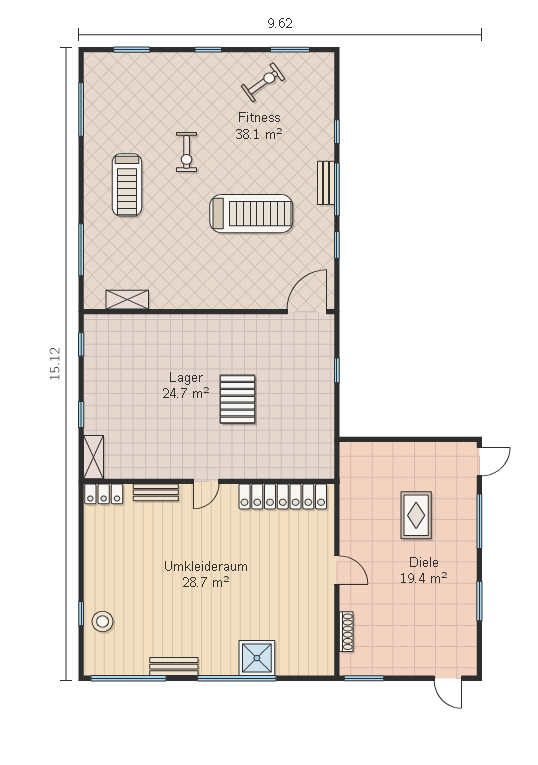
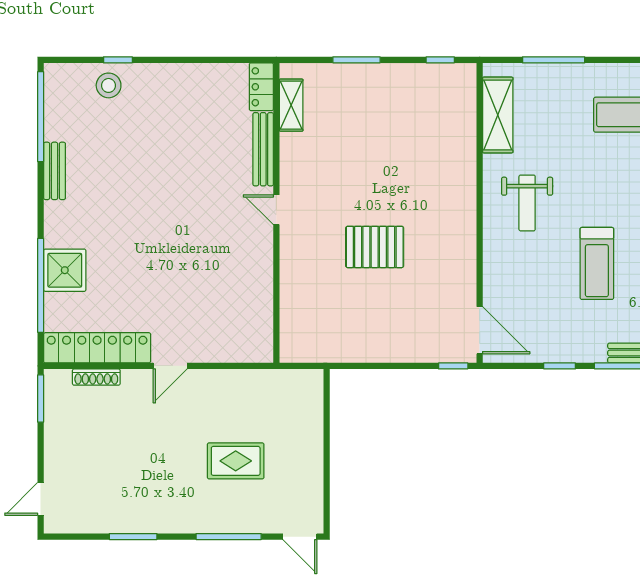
treadmill: (251, 214) -> (597, 263), width x0.73, depth x0.73
weight bench: (201, 272) -> (527, 203), added
shelving: (127, 300) -> (498, 115), width x1.50, depth x1.33
window: (337, 370) -> (453, 366), moved
window: (81, 414) -> (356, 60), width x1.50
shelving: (93, 457) -> (291, 105), moved, turned 90
bench: (156, 492) -> (263, 149), width x1.36
locker: (283, 496) -> (97, 348), moved, turned 90
window: (237, 678) -> (41, 285), moved

